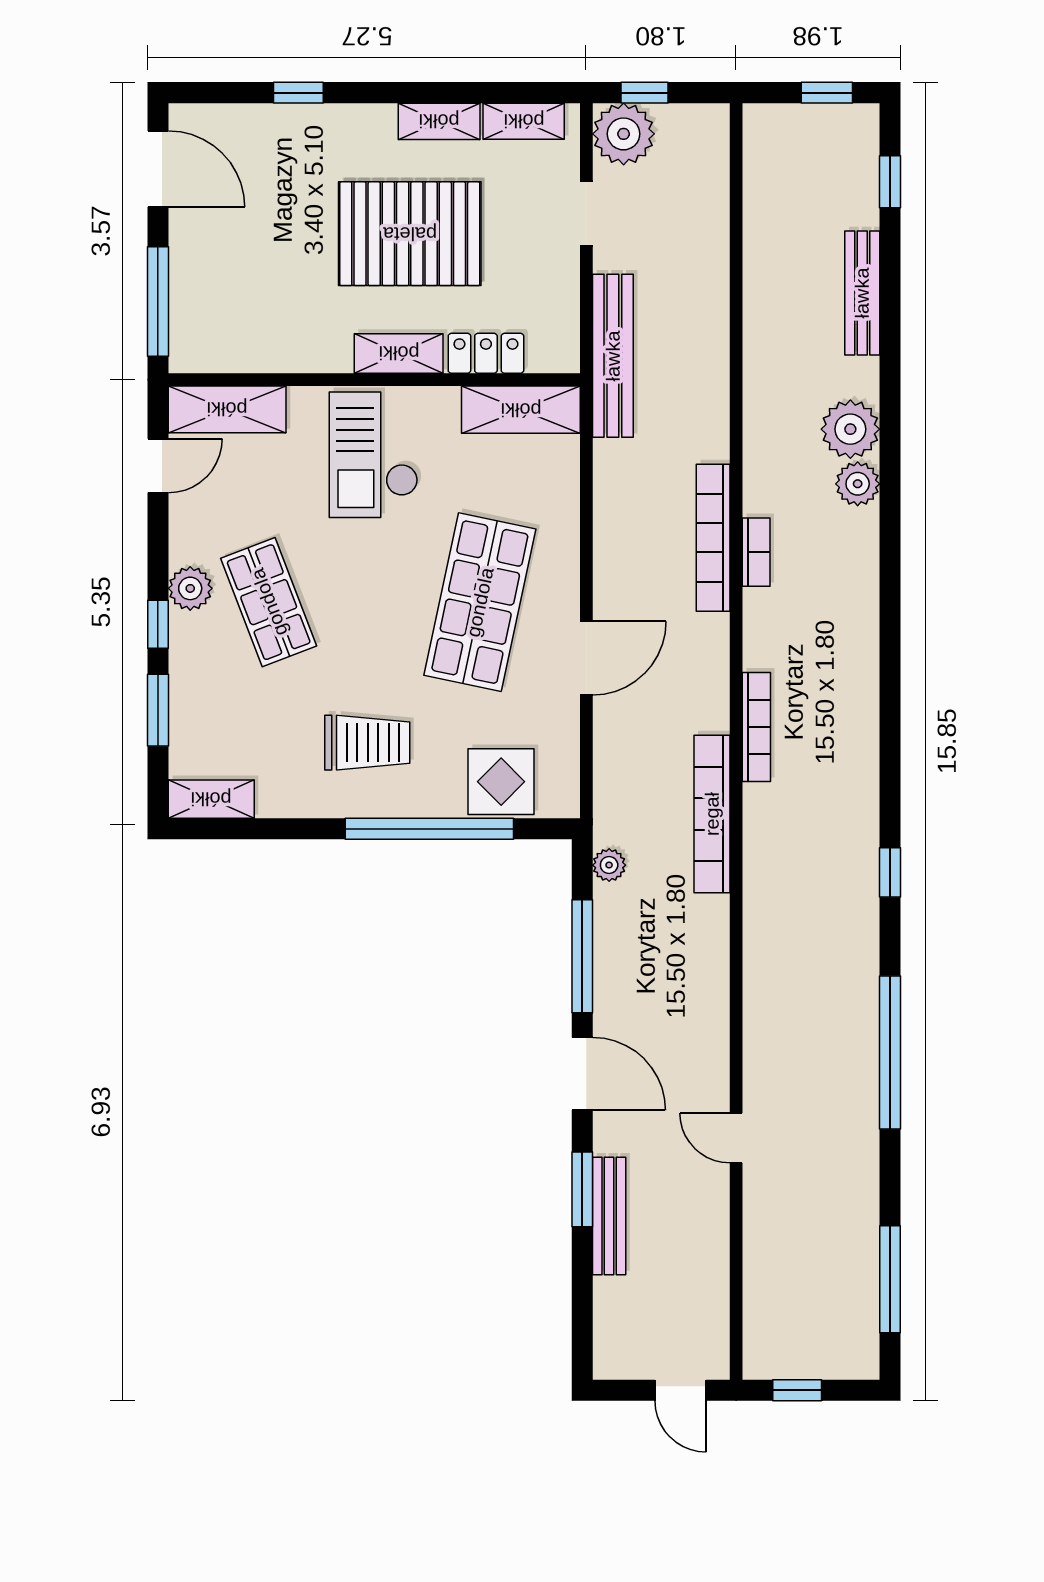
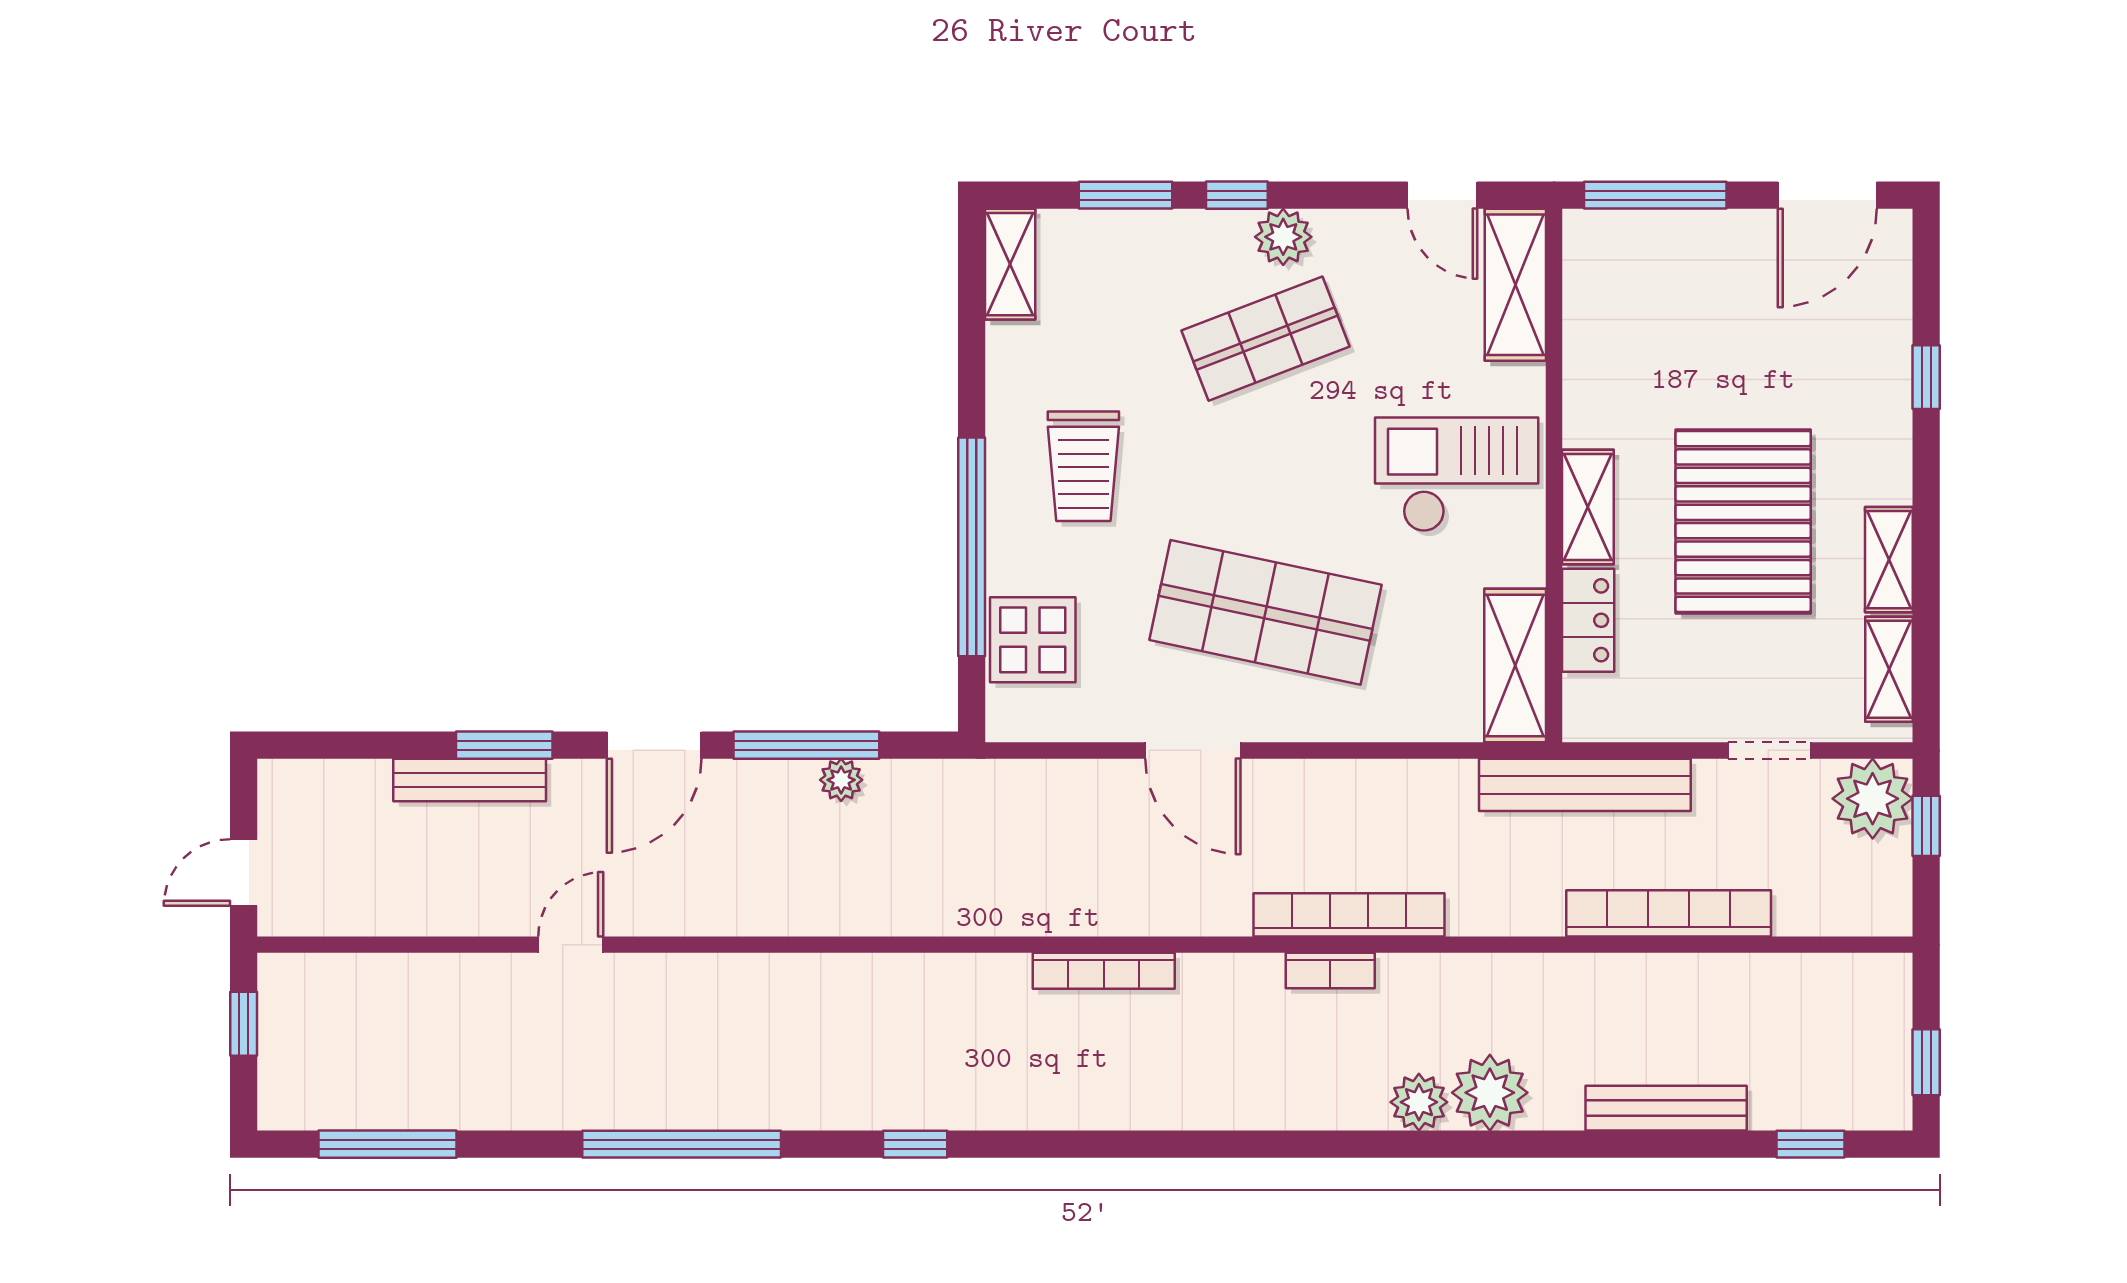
bookcase: (712, 814) -> (1669, 913), moved
plant: (609, 865) -> (841, 780), moved

